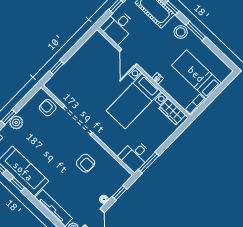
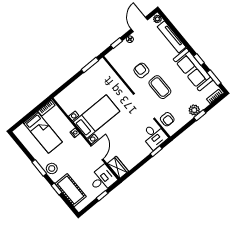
wardrobe: (172, 112) -> (118, 167), moved
coffee table: (61, 146) -> (160, 87), added
desk: (135, 156) -> (154, 136), moved, turned 90

